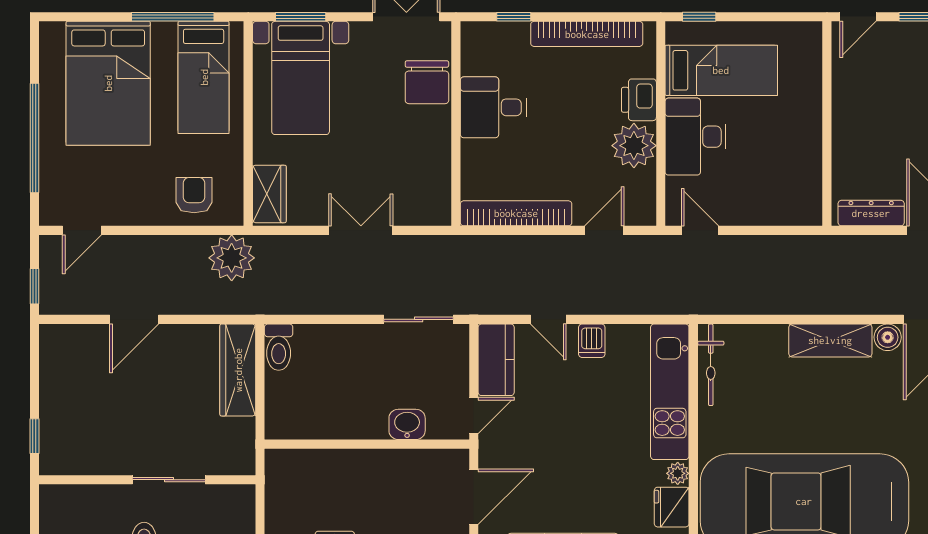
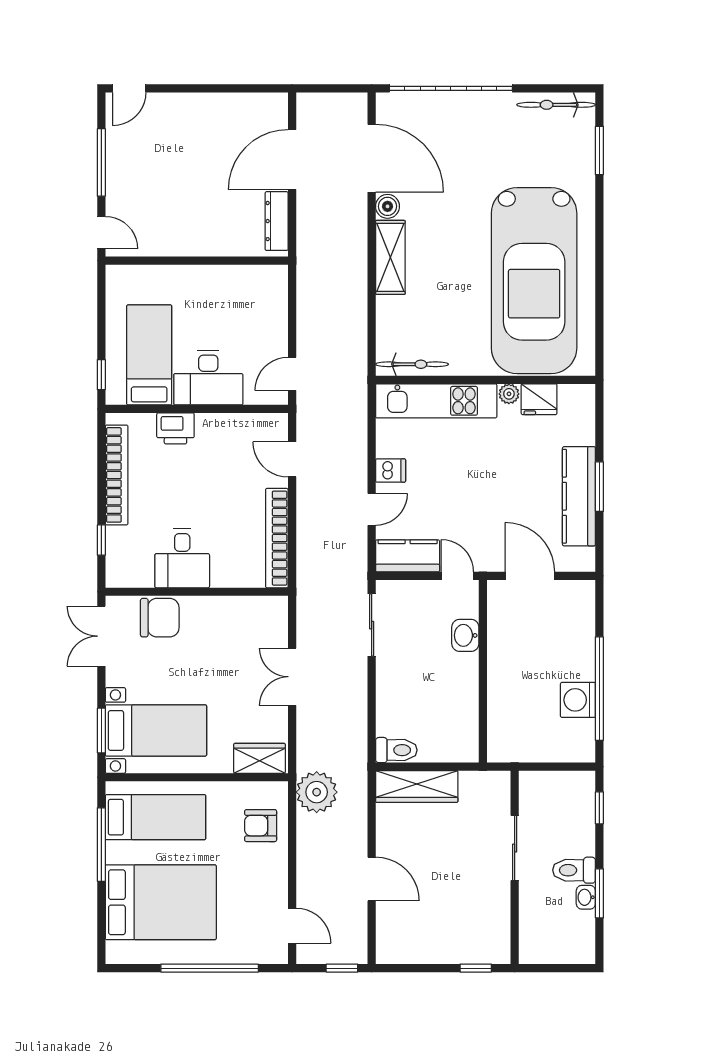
plant: (634, 146) -> (216, 433), removed

